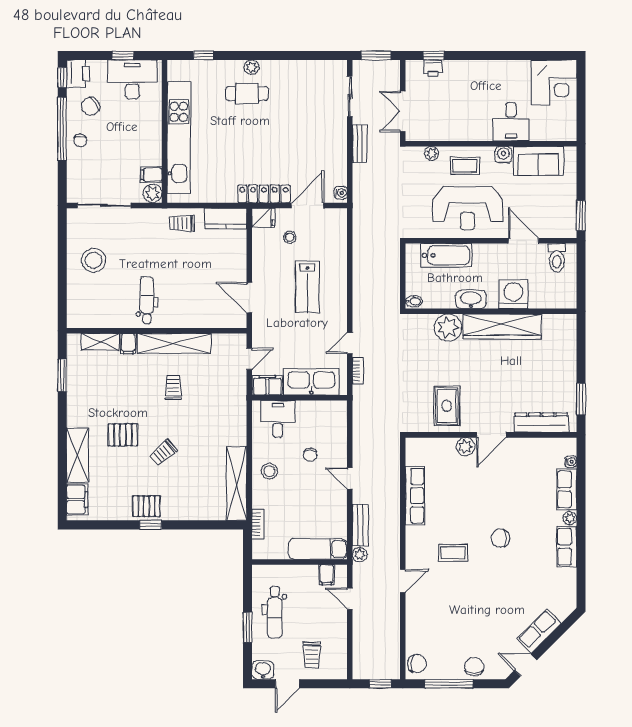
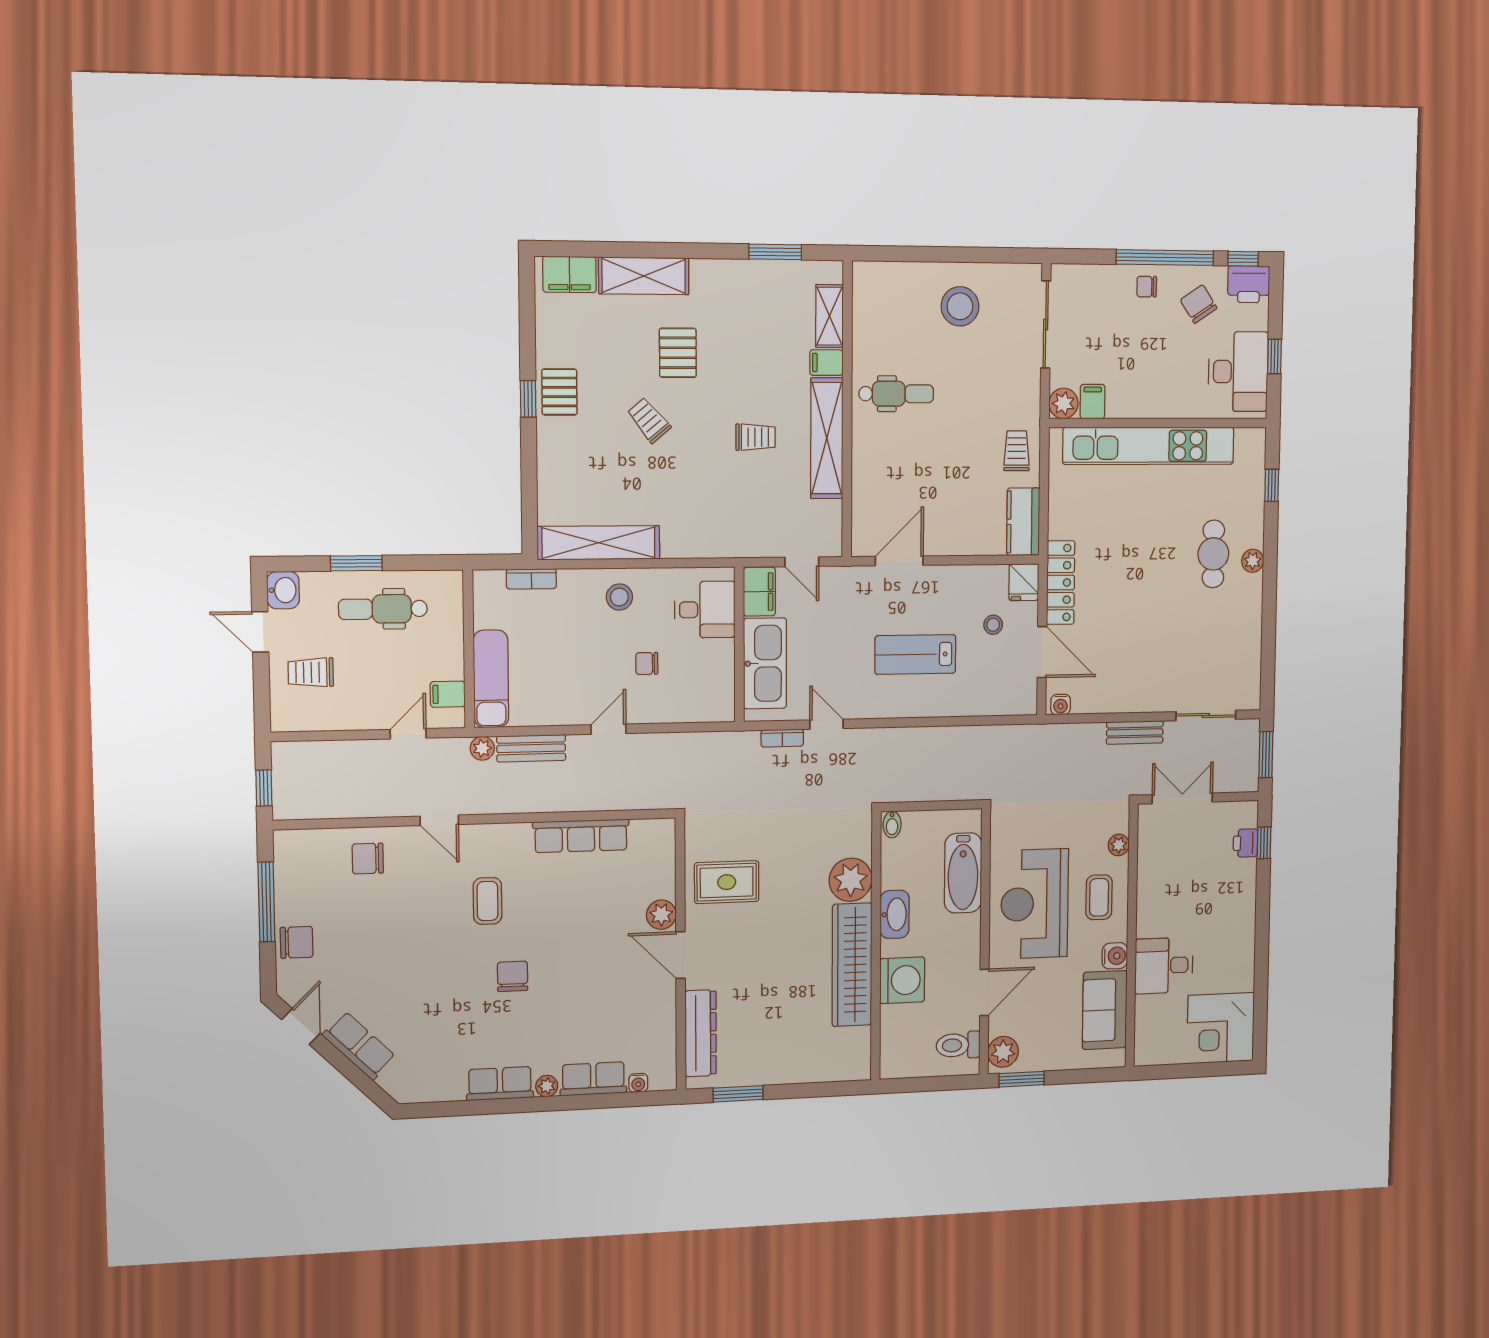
plant: (563, 228) -> (1003, 1052), added
chair: (417, 663) -> (368, 858), moved, turned 90

